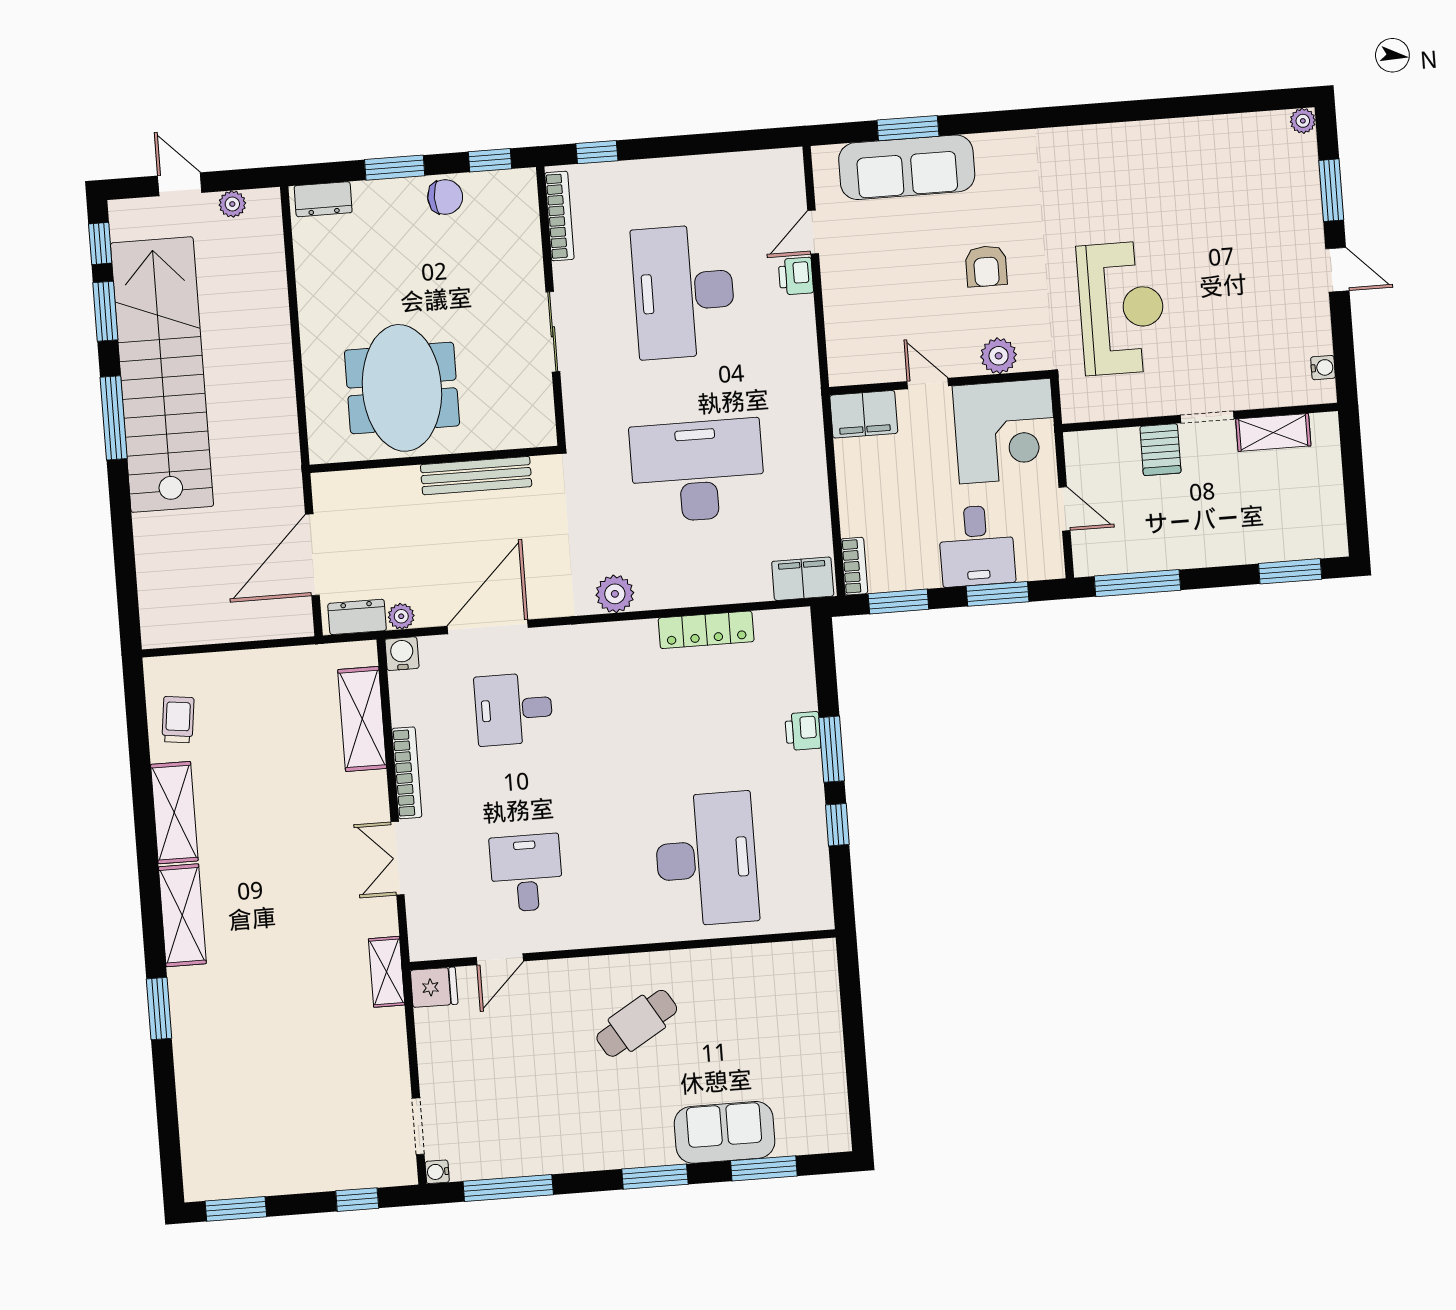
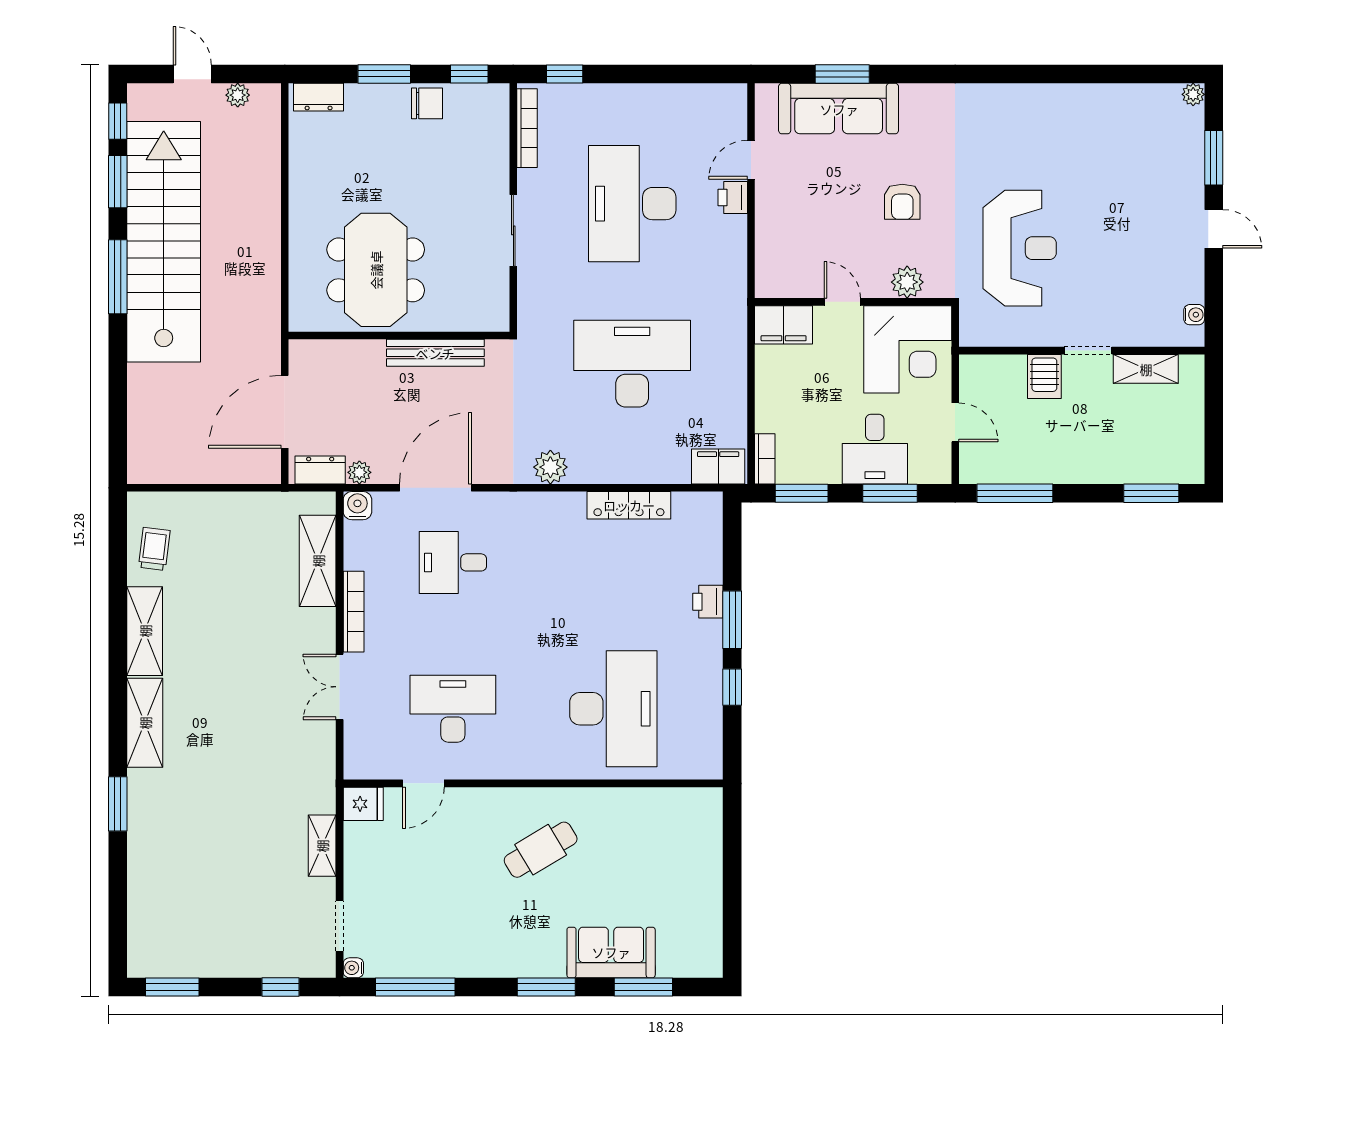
desk: (526, 873) -> (453, 709), width x1.37
shelving: (387, 972) -> (322, 846), moved

